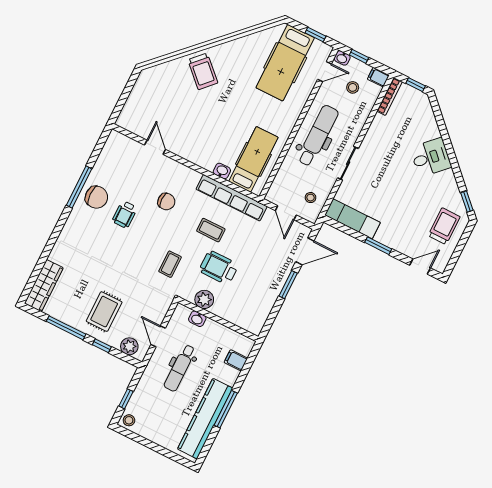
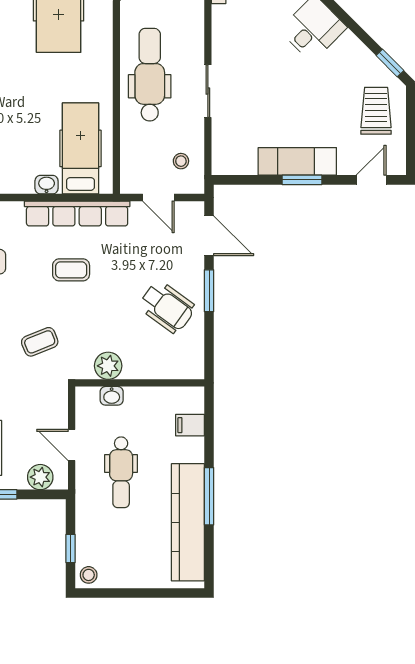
exam couch: (353, 219) -> (297, 161), moved
door: (305, 251) -> (209, 236), hinge flipped
coffee table: (170, 264) -> (40, 342), turned 68
wheelchair: (219, 268) -> (167, 307), moved, turned -144

